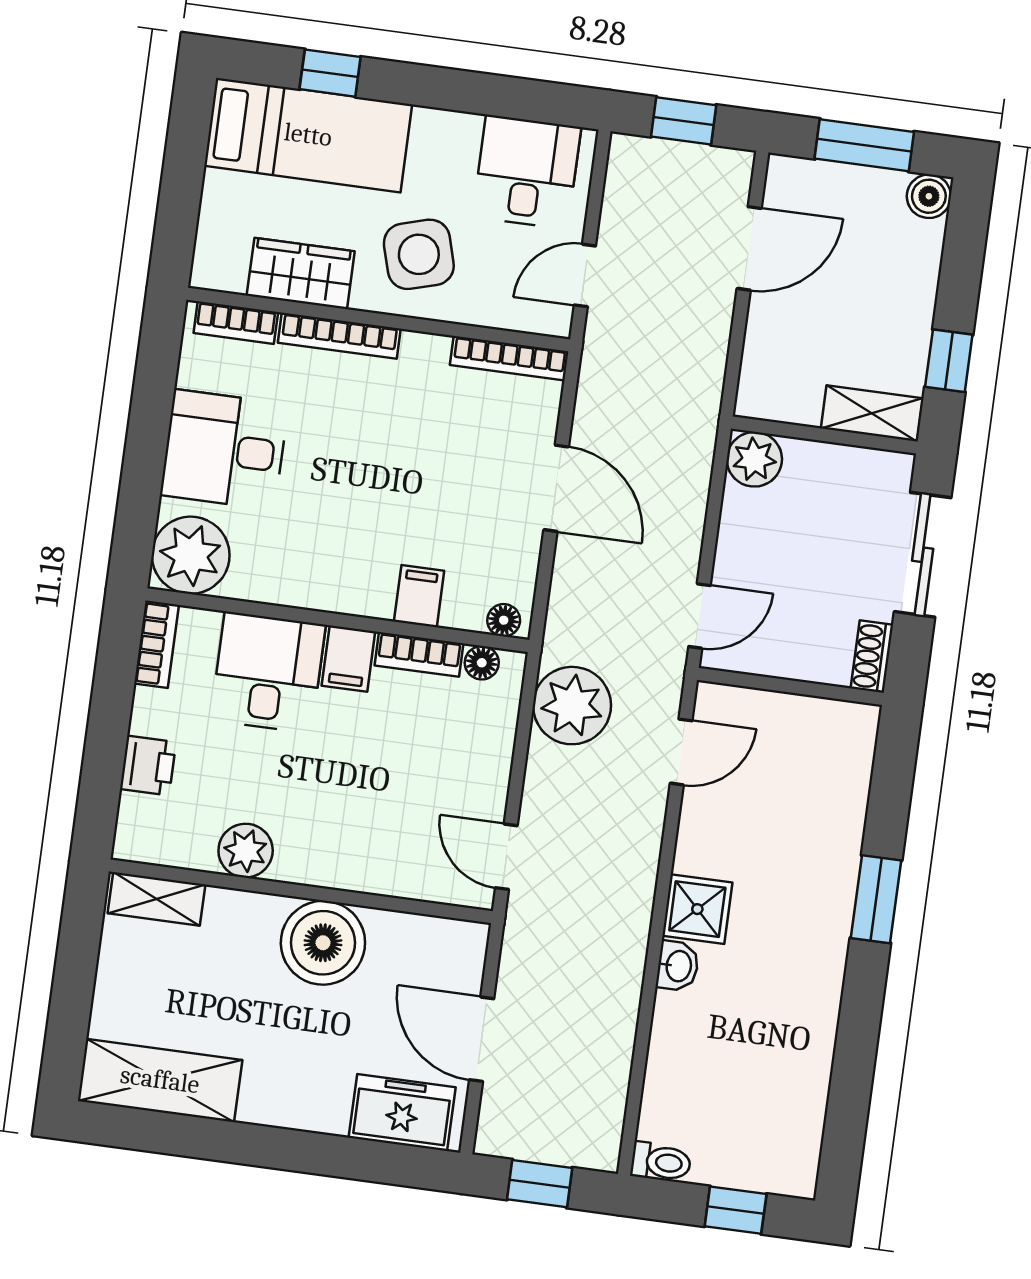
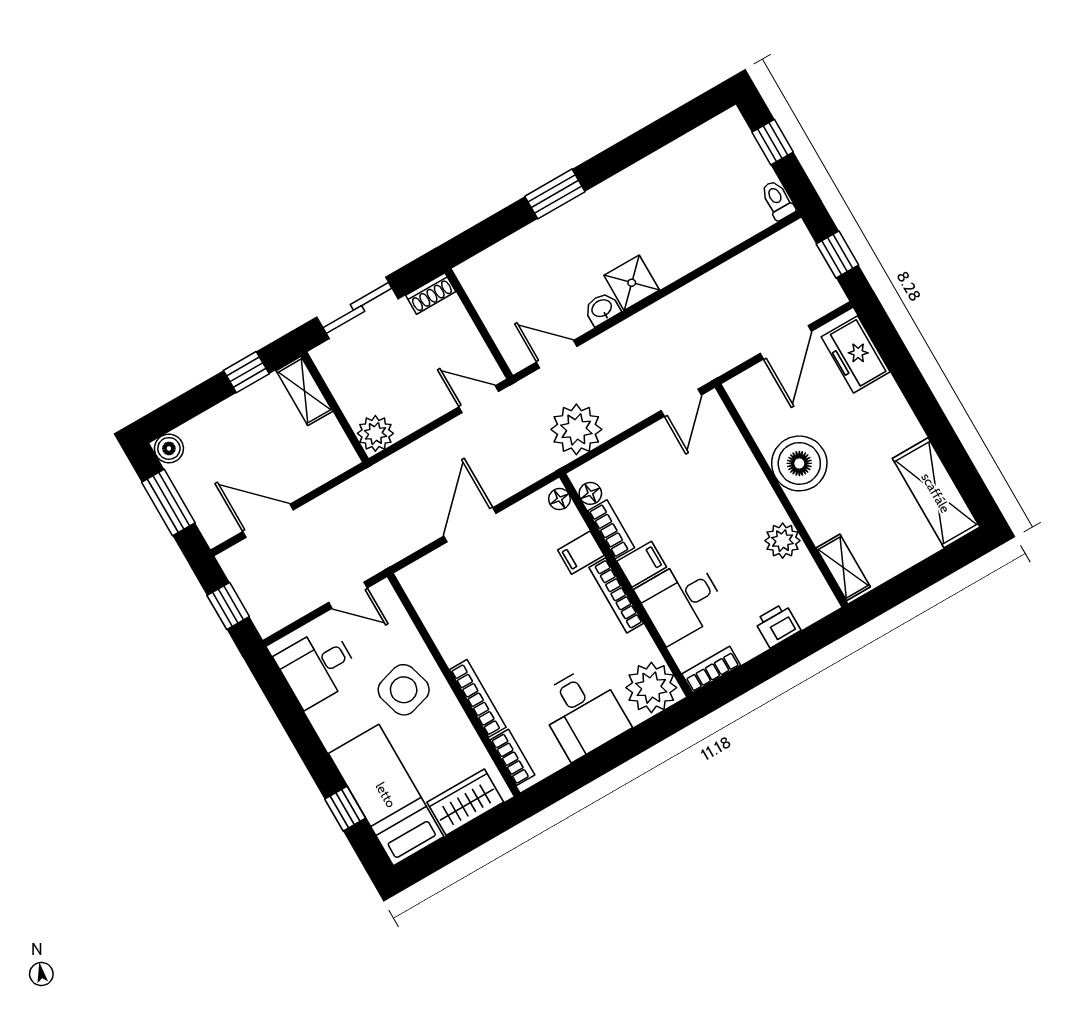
wardrobe: (301, 273) -> (465, 802), moved, turned 90
bookcase: (509, 358) -> (616, 595), moved, turned 180
washbasin: (678, 966) -> (602, 309), moved

